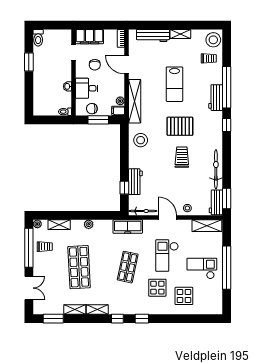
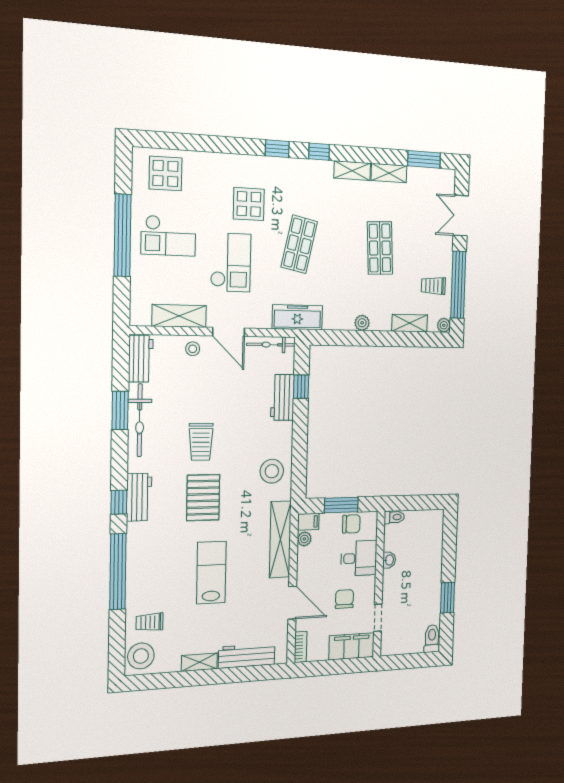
workbench: (216, 98) -> (139, 497), moved
pallet: (180, 126) -> (203, 498), turned 90
window: (227, 199) -> (120, 410), moved
shelving: (207, 226) -> (179, 316), moved
shop shelf: (79, 267) -> (380, 248), width x0.70, depth x0.74
display table: (184, 296) -> (165, 173), moved

